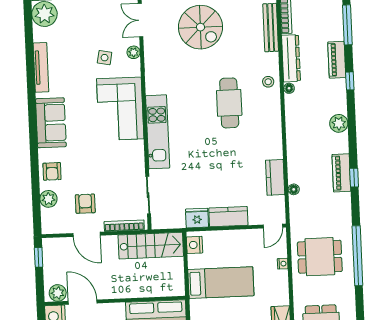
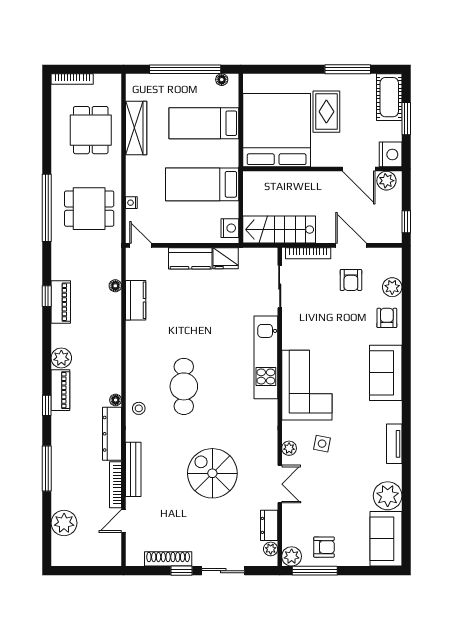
piano: (337, 60) -> (60, 390), moved
tv unit: (41, 67) -> (394, 444), width x0.71
door: (273, 226) -> (141, 245), hinge flipped

